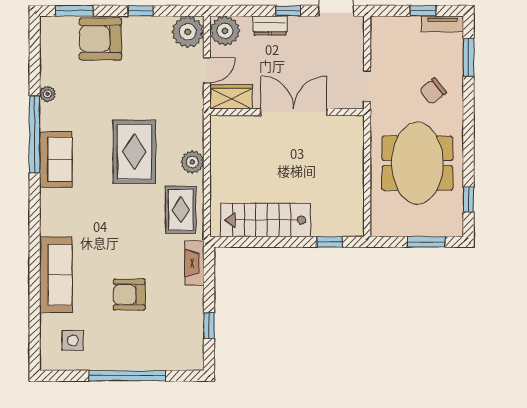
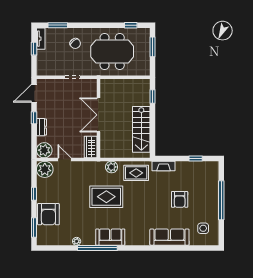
wardrobe: (231, 97) -> (91, 147), moved
wall: (287, 112) -> (98, 118), moved
double door: (294, 112) -> (98, 115), moved

